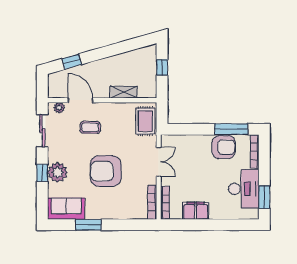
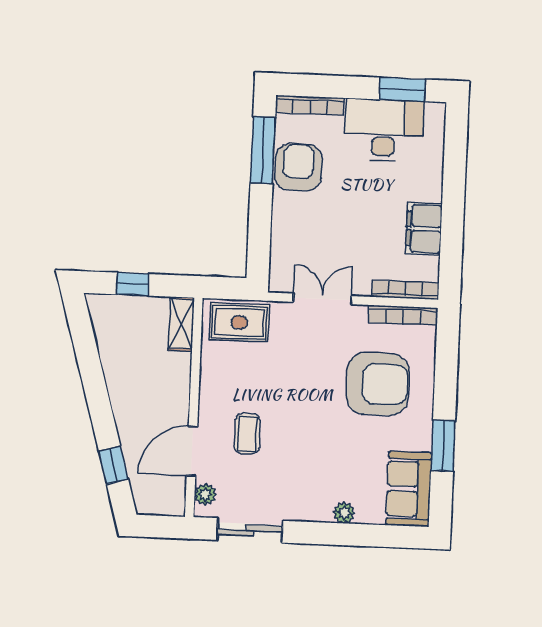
shelving: (123, 92) -> (181, 324), moved
armchair: (106, 171) -> (378, 384), moved, turned -90
plant: (58, 172) -> (344, 513), width x0.53, depth x0.53
window: (42, 173) -> (335, 534), removed

